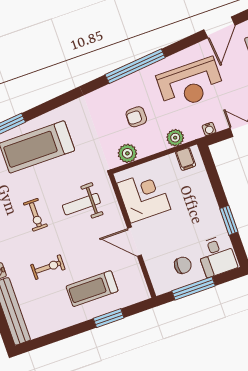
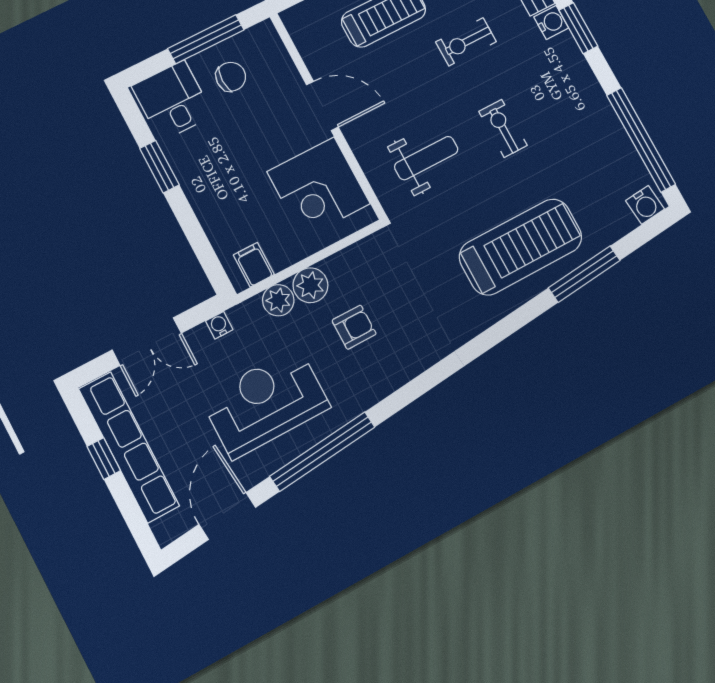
window: (135, 66) -> (322, 452), moved
plant: (127, 153) -> (310, 285), moved
chair: (183, 265) -> (231, 77), turned 180

